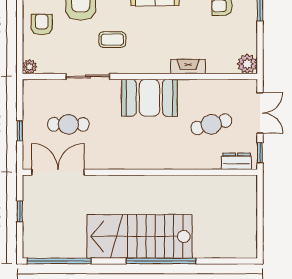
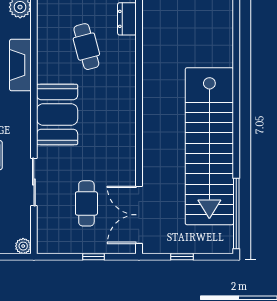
fireplace: (188, 67) -> (20, 65), width x1.37, depth x1.32
stairs: (140, 236) -> (209, 146), width x1.36
window: (161, 261) -> (236, 102), removed

